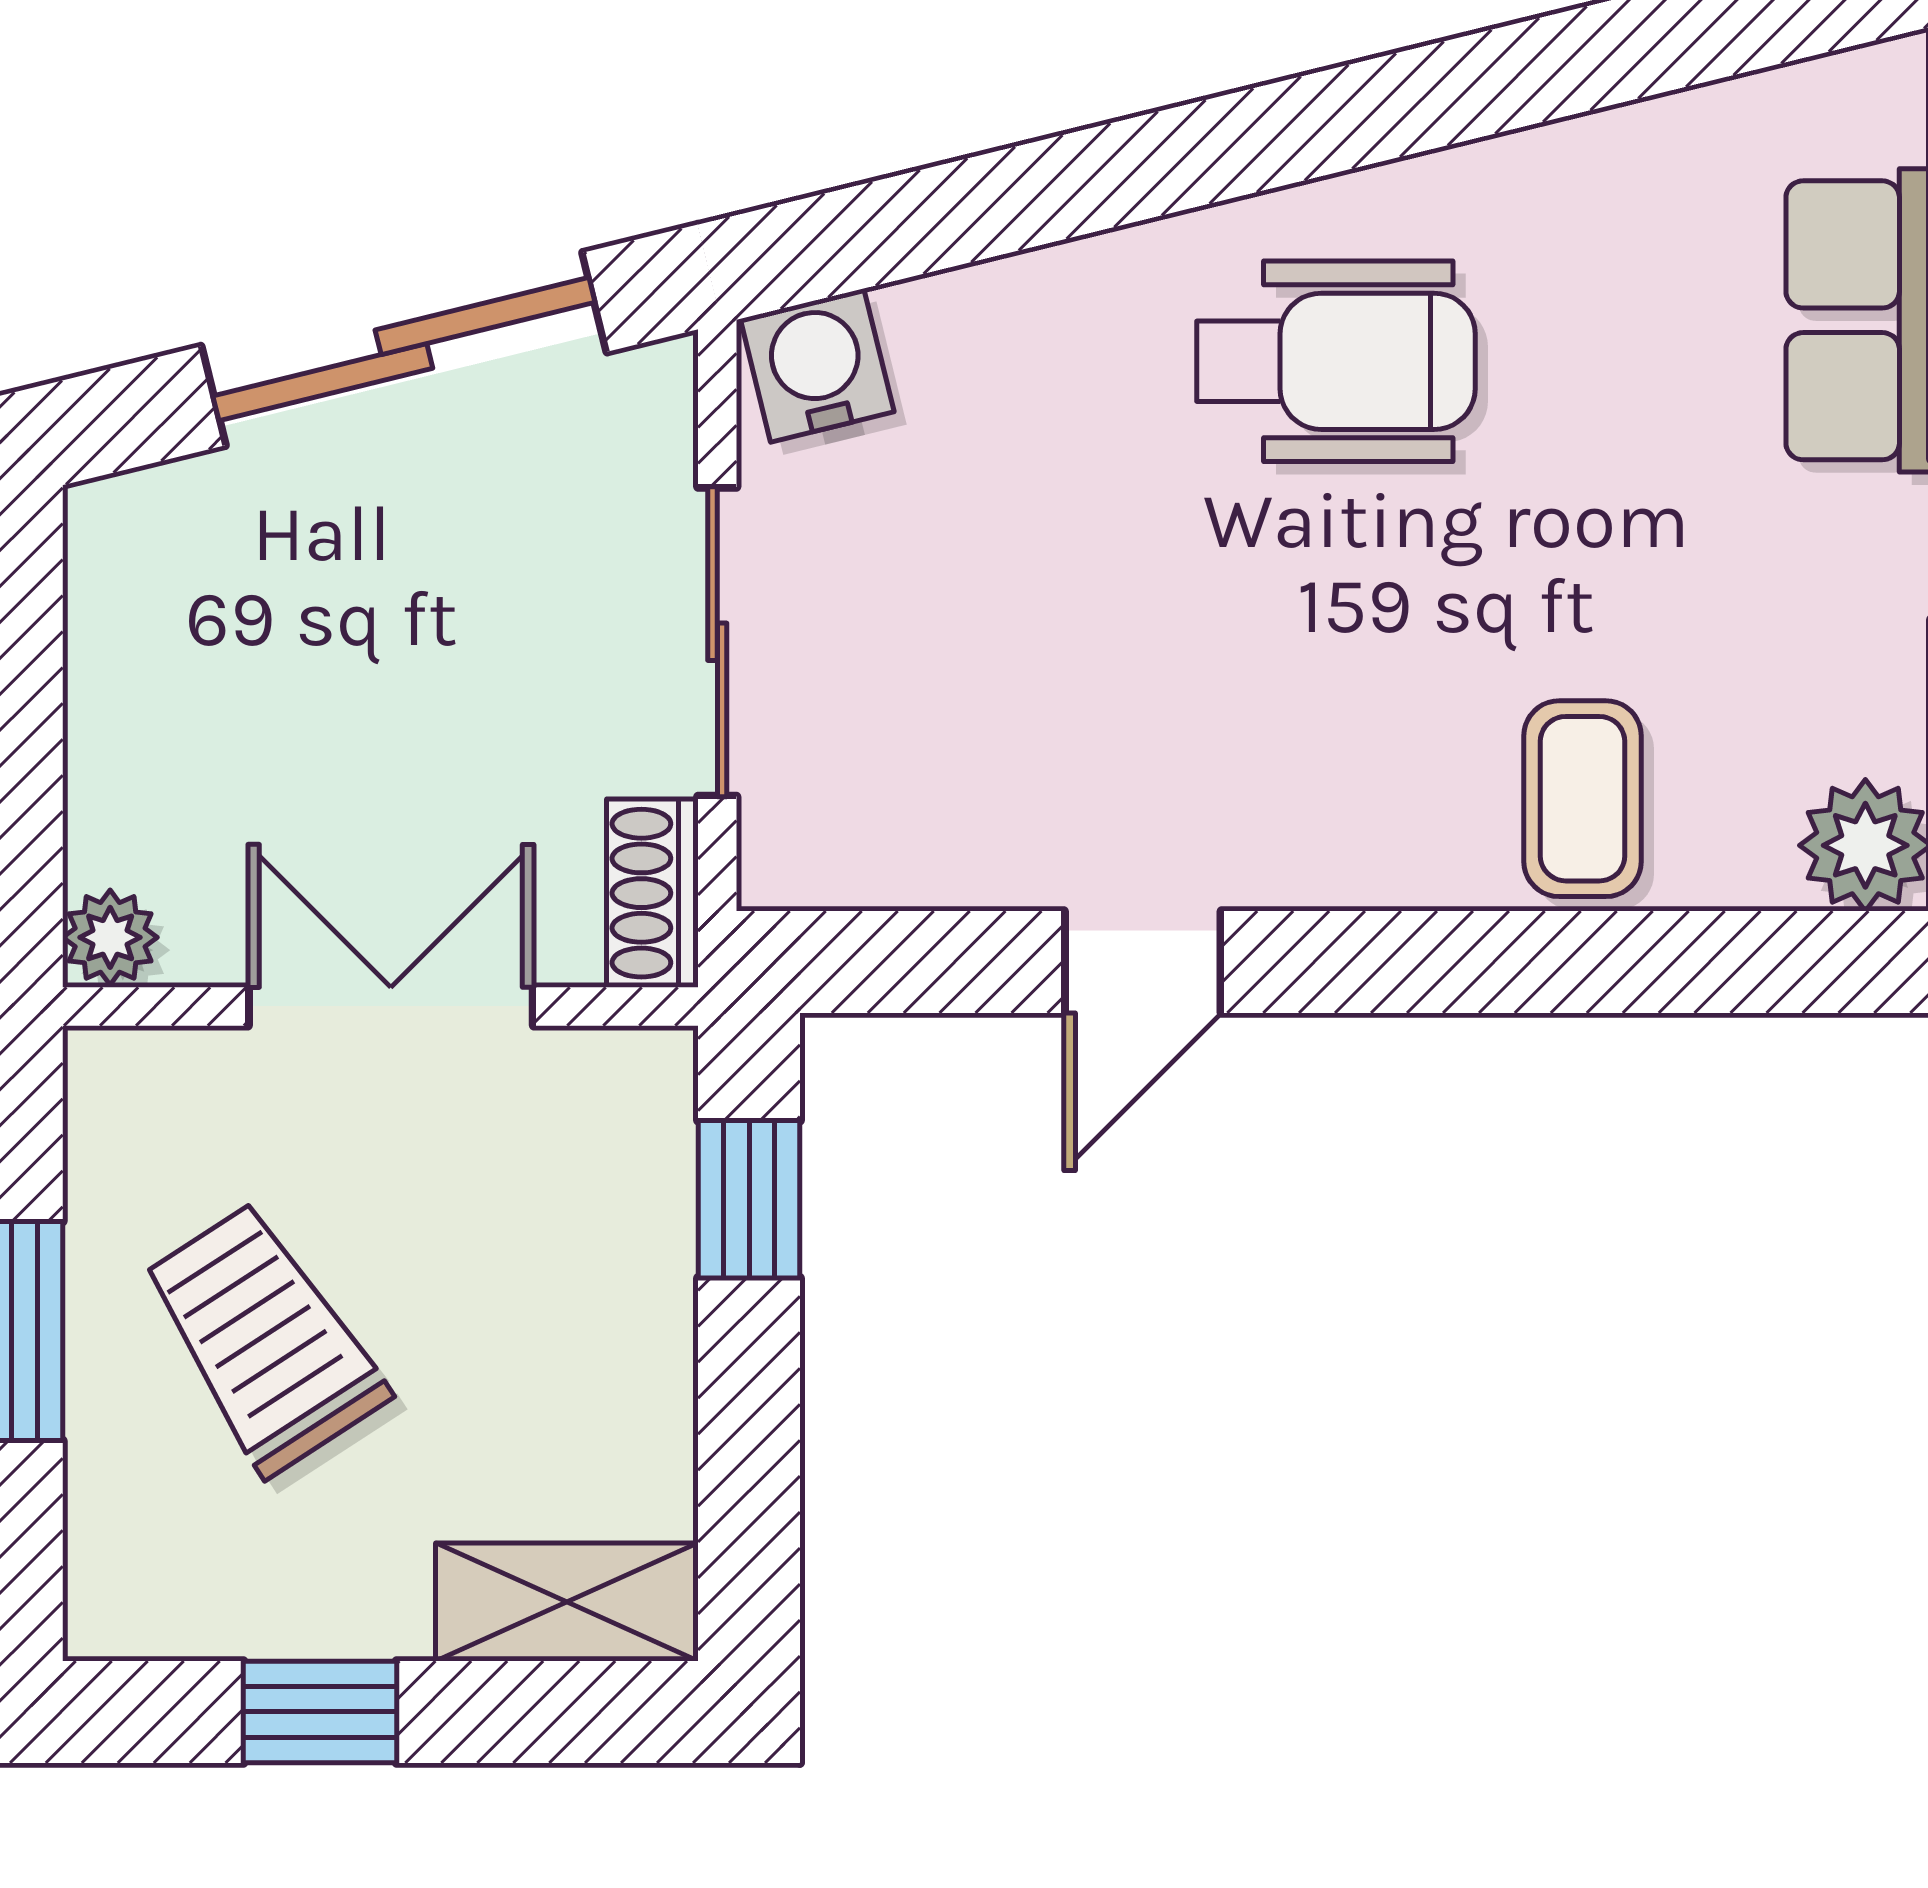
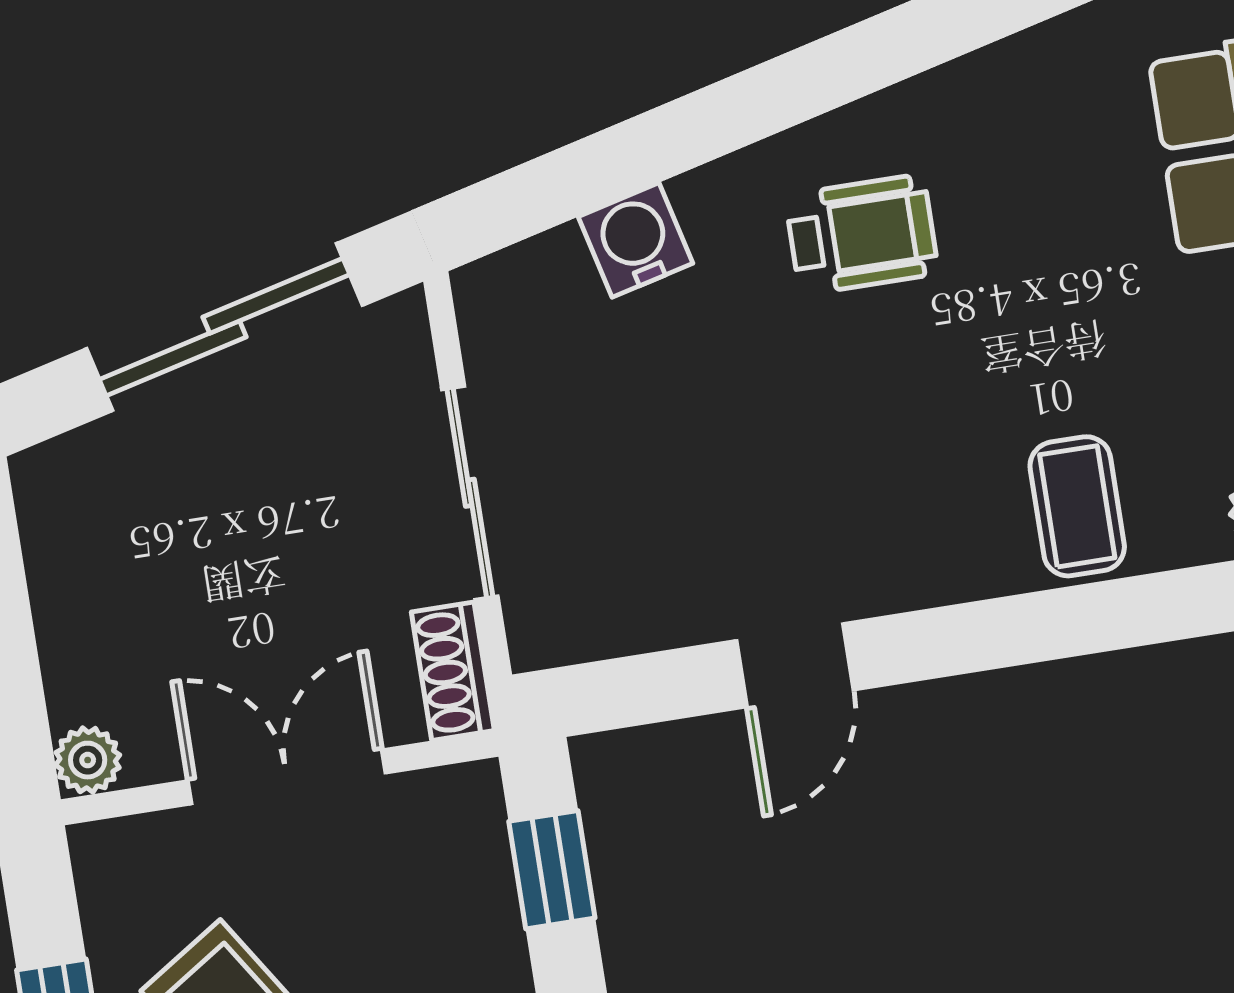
wheelchair: (1336, 361) -> (862, 235), width x0.73, depth x0.73
water cooler: (817, 365) -> (636, 240), moved

